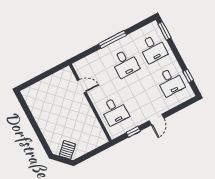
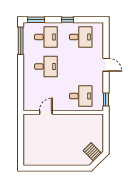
window: (112, 39) -> (21, 41), moved
window: (188, 76) -> (67, 20), moved
window: (133, 132) -> (106, 99), moved

